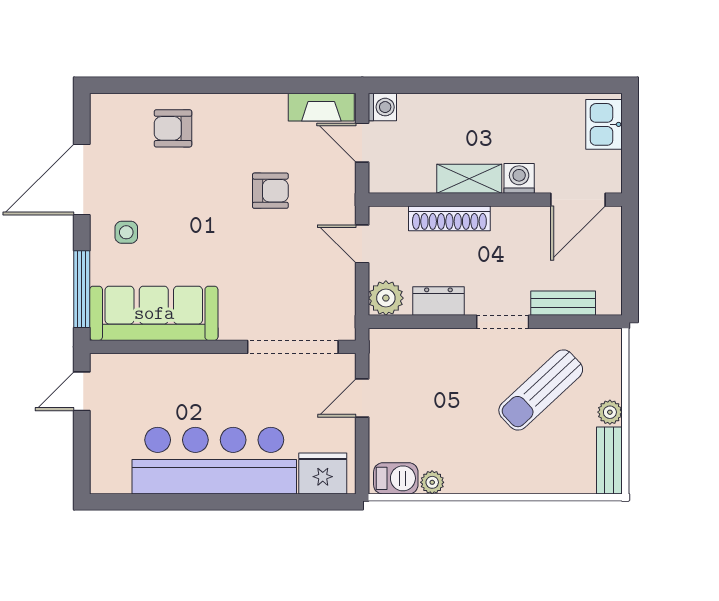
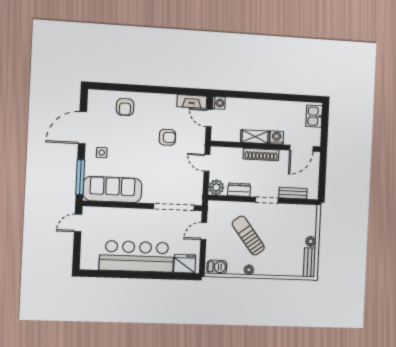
armchair: (173, 128) -> (125, 107), turned -90
shoe rack: (449, 218) -> (261, 154), moved
sun lounger: (541, 390) -> (248, 236), moved, turned 96
plant: (432, 482) -> (249, 270), moved

